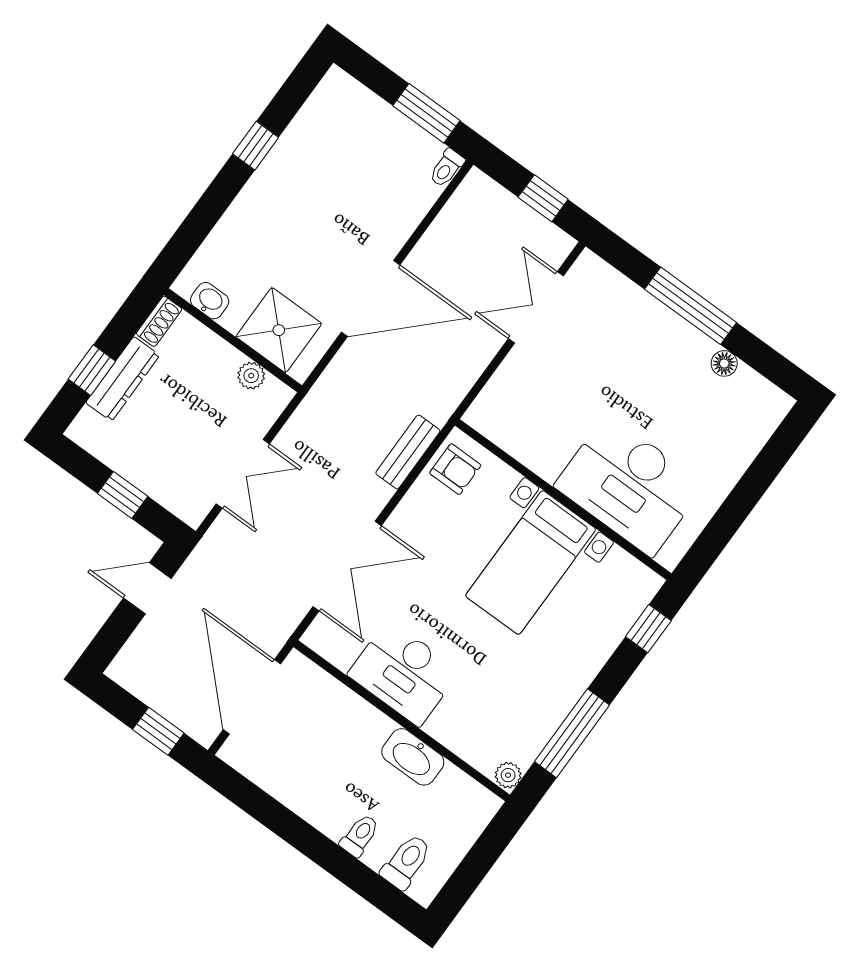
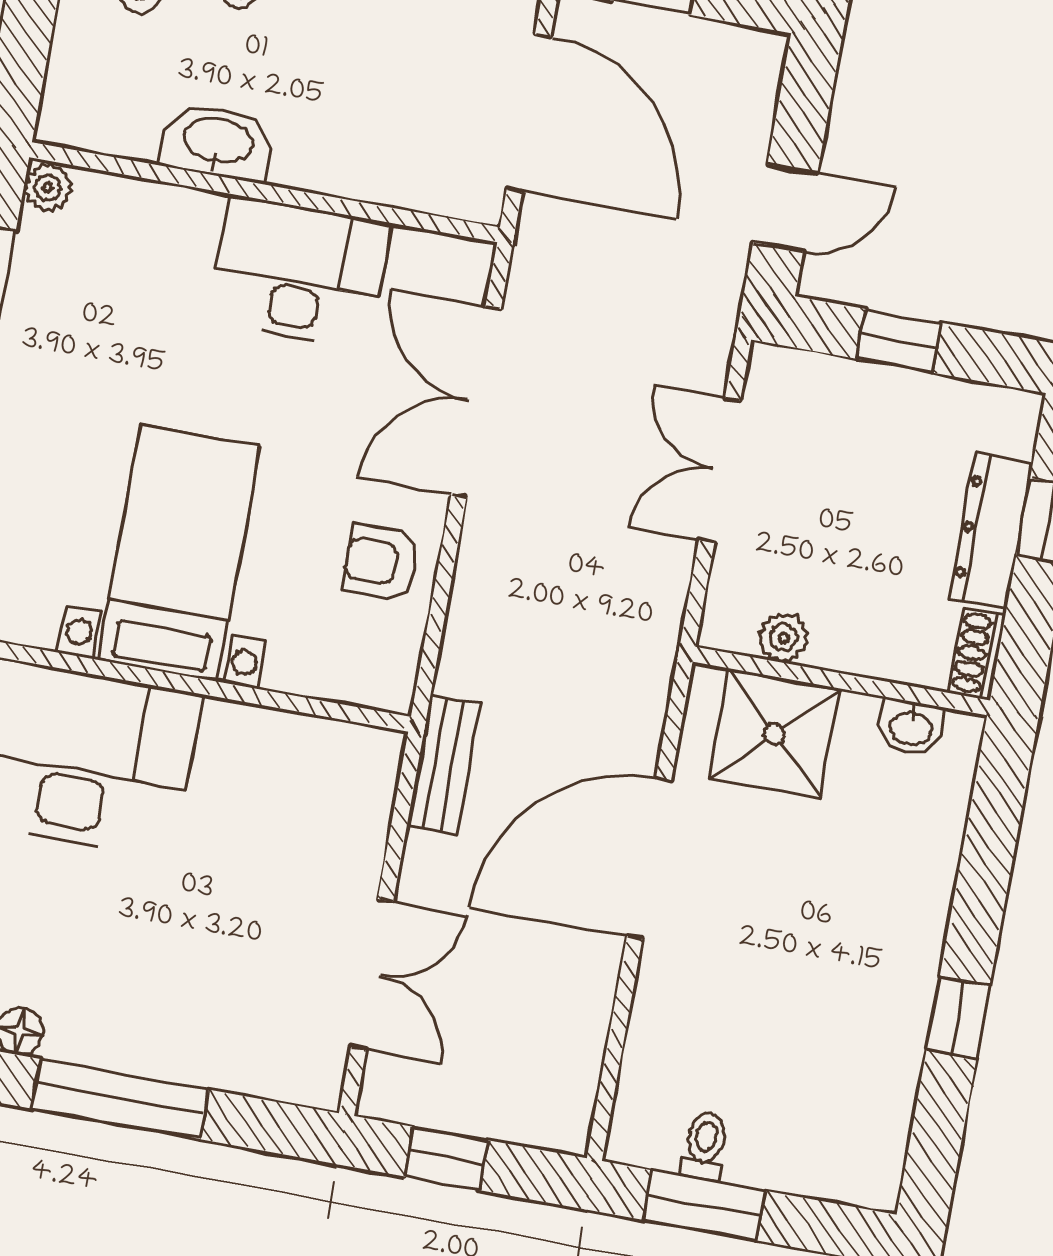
toilet: (447, 168) -> (705, 1146), moved
bench: (408, 452) -> (444, 765), moved
armchair: (455, 469) -> (381, 563), moved

